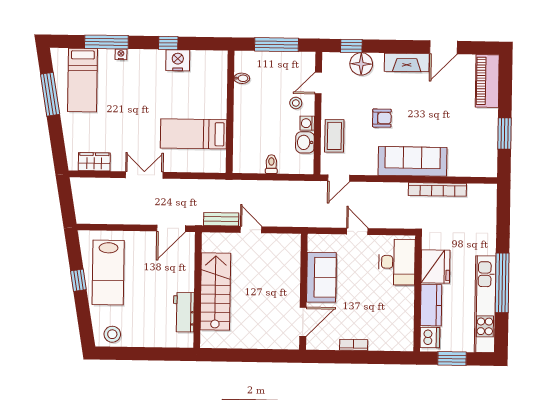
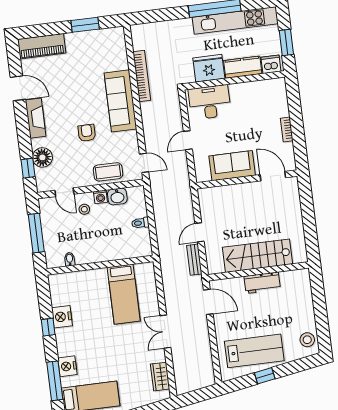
nightstand: (121, 54) -> (67, 366), width x1.89, depth x1.79
workbench: (184, 312) -> (262, 283), moved

